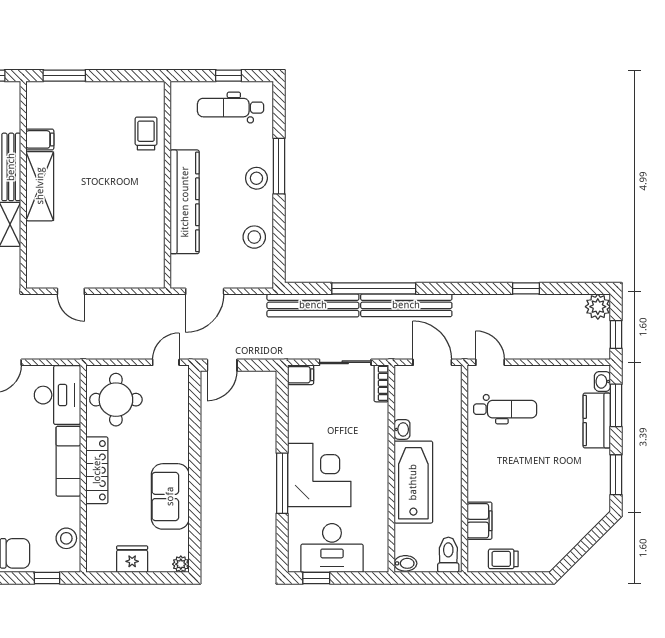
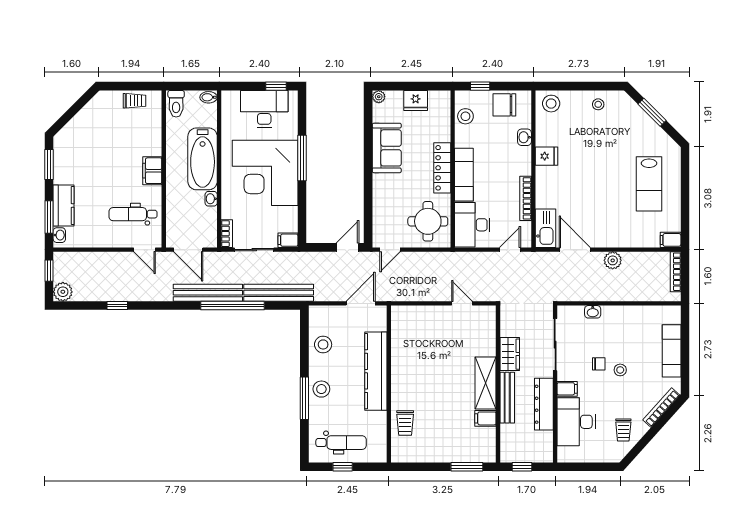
corner desk: (319, 475) -> (265, 173), width x1.36, depth x1.36
filing cabinet: (480, 521) -> (152, 171), moved

